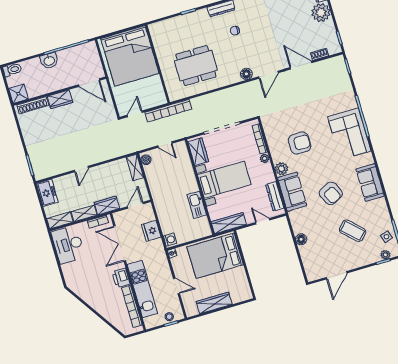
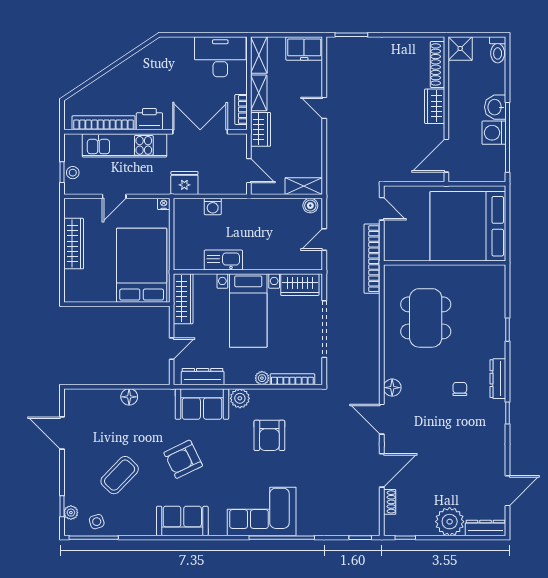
washing machine: (66, 57) -> (494, 133), added
fridge: (151, 231) -> (184, 183), moved
washing machine: (170, 240) -> (213, 206), moved

